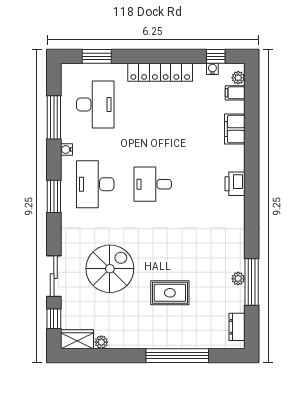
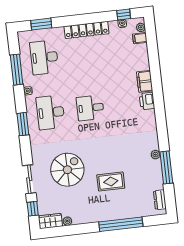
desk: (95, 104) -> (44, 57), turned 180
filing cabinet: (235, 129) -> (145, 81), moved
plant: (238, 279) -> (155, 155), moved

